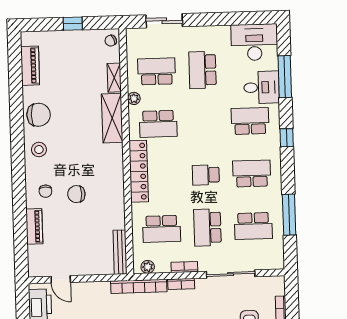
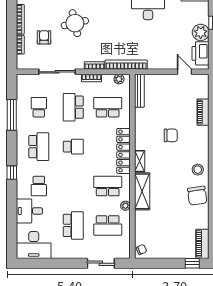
window: (73, 24) -> (192, 263), moved
piano: (30, 66) -> (202, 244), moved
window: (285, 77) -> (12, 218), removed
shelving: (114, 78) -> (140, 161), moved
chair: (39, 115) -> (197, 196), turned -98
school desk: (250, 121) -> (39, 186), width x0.54
school desk: (252, 173) -> (39, 147), turned -90
chair: (45, 191) -> (194, 138), removed
school desk: (253, 226) -> (39, 107), width x0.54
school desk: (207, 227) -> (73, 107), turned 180

